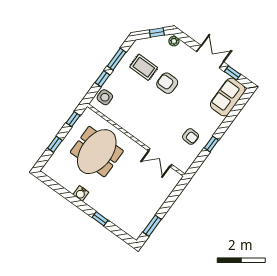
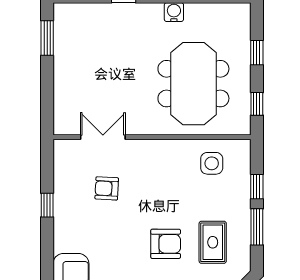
rug: (144, 67) -> (213, 242), turned 90
side table: (105, 97) -> (212, 163), moved
armchair: (191, 136) -> (107, 188), moved

